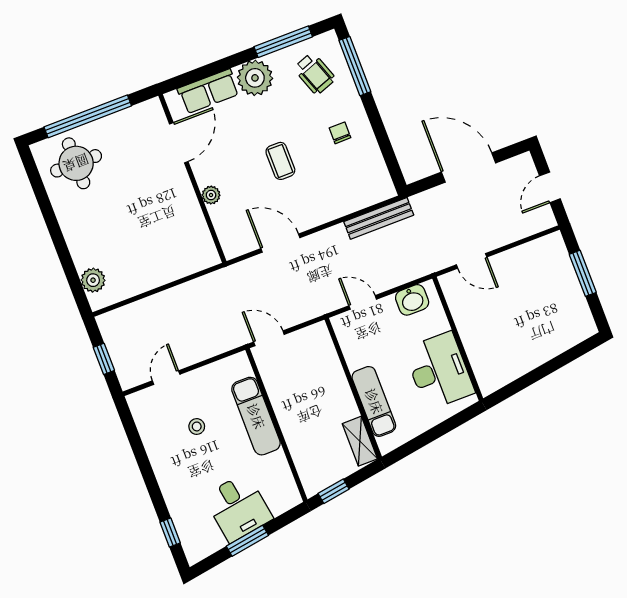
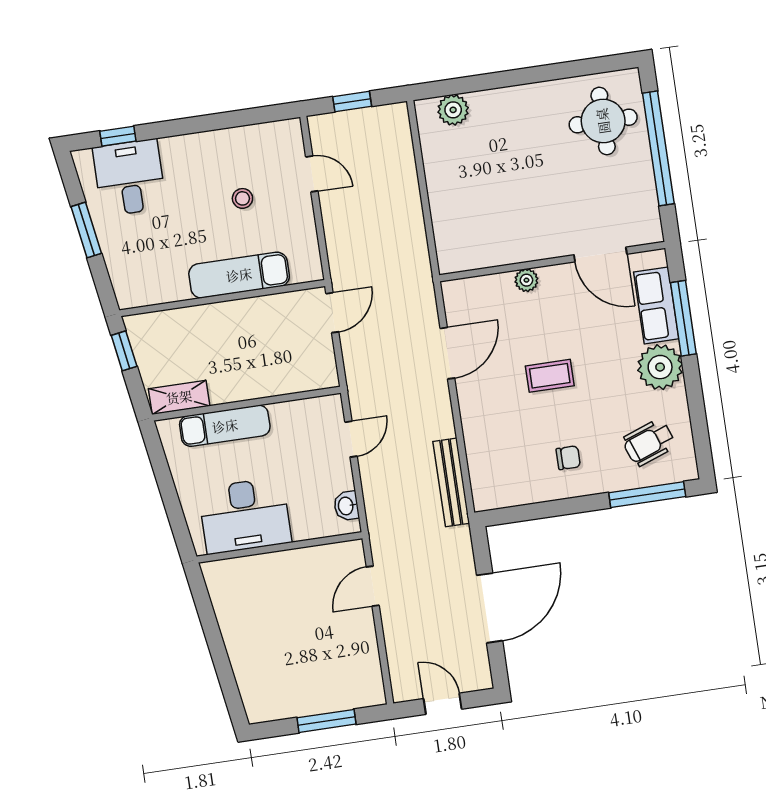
window: (283, 42) -> (683, 318), moved
washbasin: (412, 300) -> (346, 506), width x0.72, depth x0.69
desk: (238, 507) -> (129, 178), moved, turned 99

